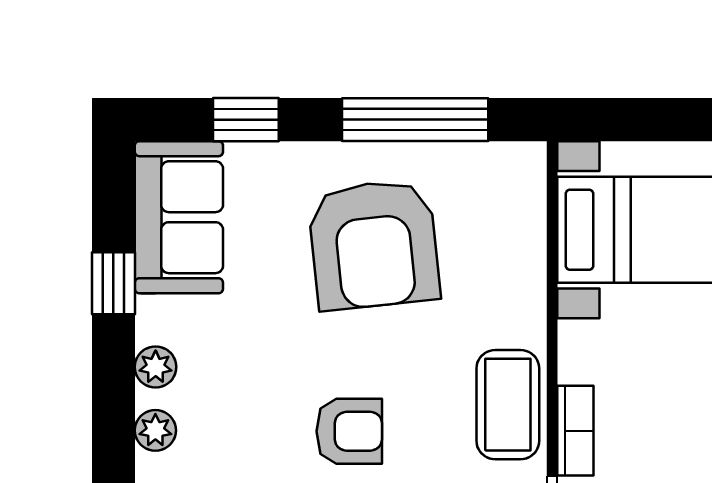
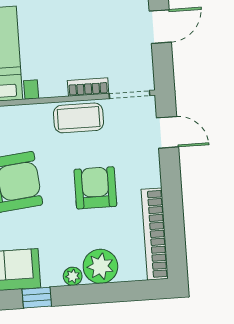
plant: (155, 430) -> (100, 266), width x1.88, depth x1.88
armchair: (349, 431) -> (95, 188), width x1.38, depth x1.38

